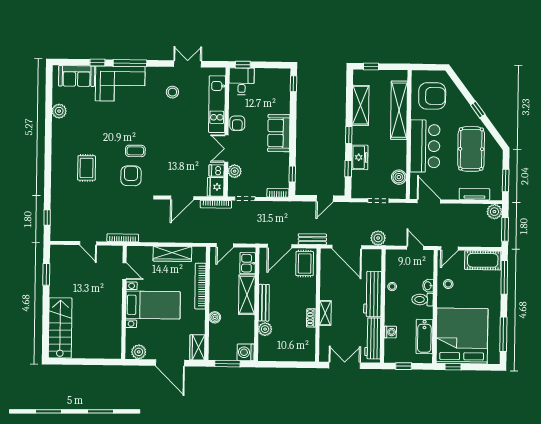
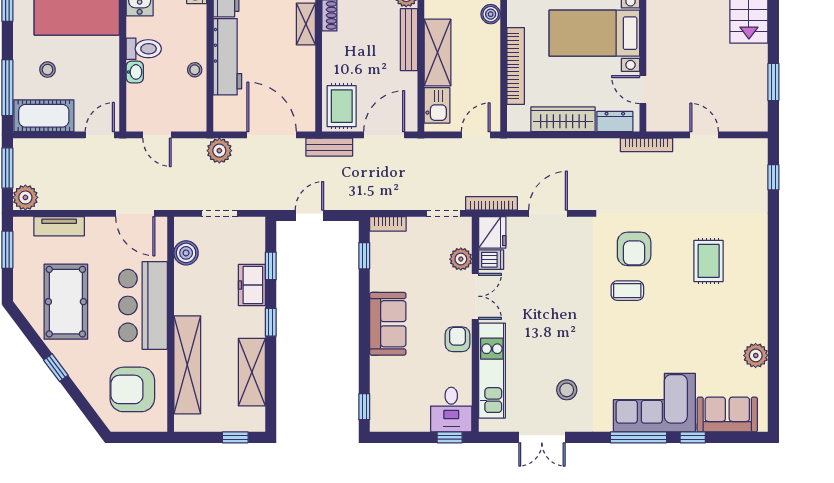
dresser: (141, 252) -> (615, 122), added
stool: (448, 284) -> (47, 70), moved

